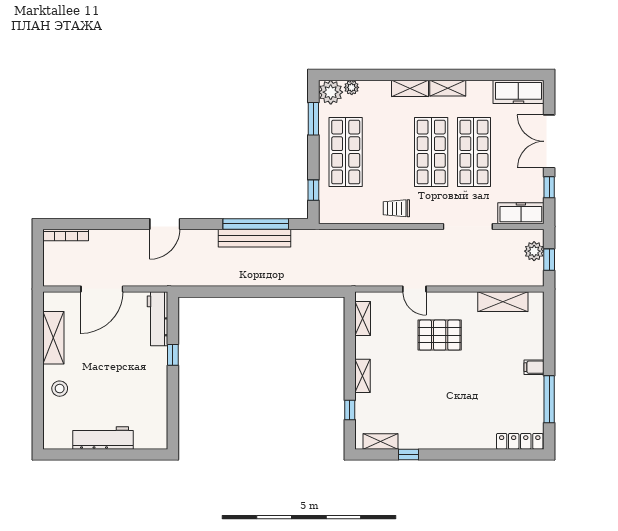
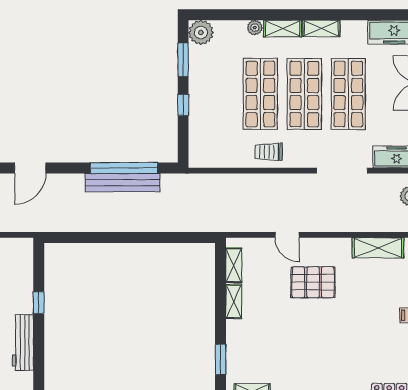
plant: (352, 87) -> (255, 28), moved
shop shelf: (346, 152) -> (260, 94), moved
window: (313, 190) -> (183, 105), moved
workbench: (158, 319) -> (23, 343), moved
shelving: (362, 376) -> (234, 301), moved
window: (350, 410) -> (221, 359), width x1.50

